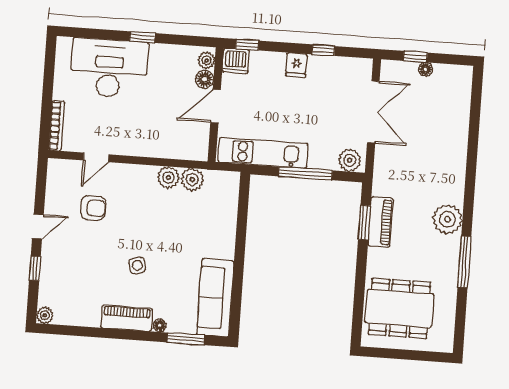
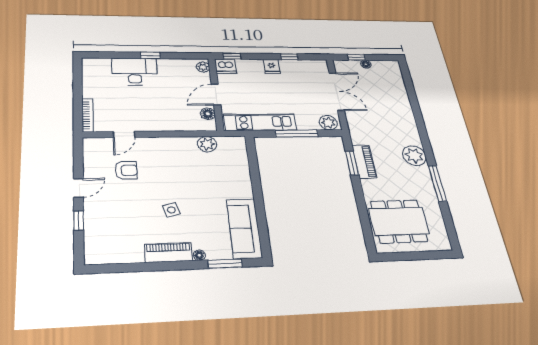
desk: (109, 68) -> (135, 72), width x0.73, depth x0.77
floor lamp: (205, 79) -> (208, 114), moved
plant: (168, 178) -> (187, 144), removed
plant: (45, 315) -> (92, 258), removed

